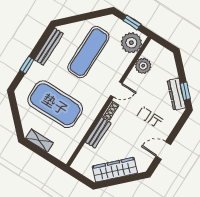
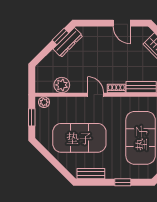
plant: (131, 43) -> (44, 102), width x0.53, depth x0.53
bench: (49, 47) -> (91, 174), width x0.73
exercise mat: (88, 52) -> (79, 138), width x1.47

